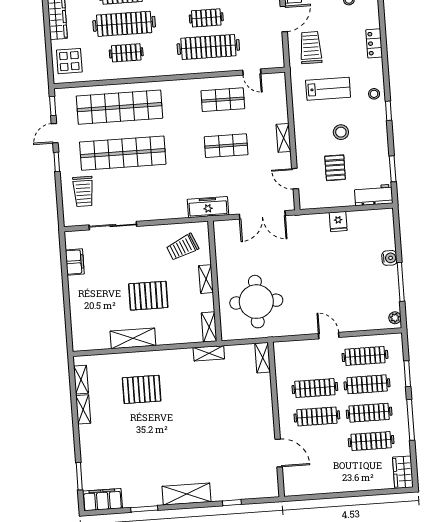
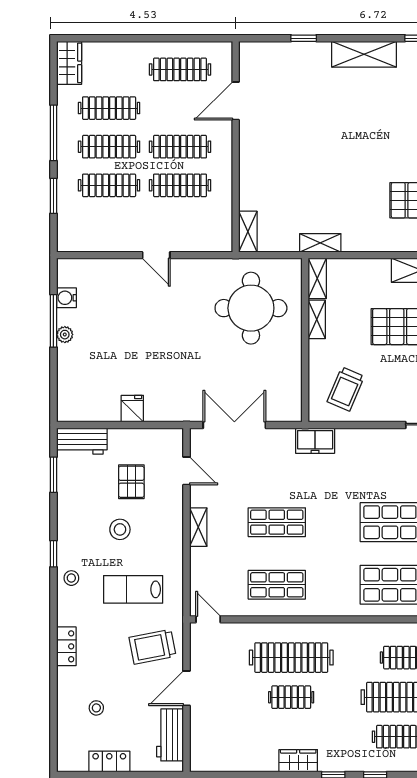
trolley: (311, 48) -> (153, 647), turned 79
door: (252, 72) -> (208, 619), moved
freezer: (208, 207) -> (315, 441), width x0.71
trolley: (182, 247) -> (346, 389), turned 136
water cooler: (389, 258) -> (66, 298), moved
shelving: (206, 279) -> (317, 319), moved
plant: (395, 318) -> (65, 335), moved
clothes rail: (365, 356) -> (180, 69), moved
door: (279, 453) -> (236, 101), hinge flipped

